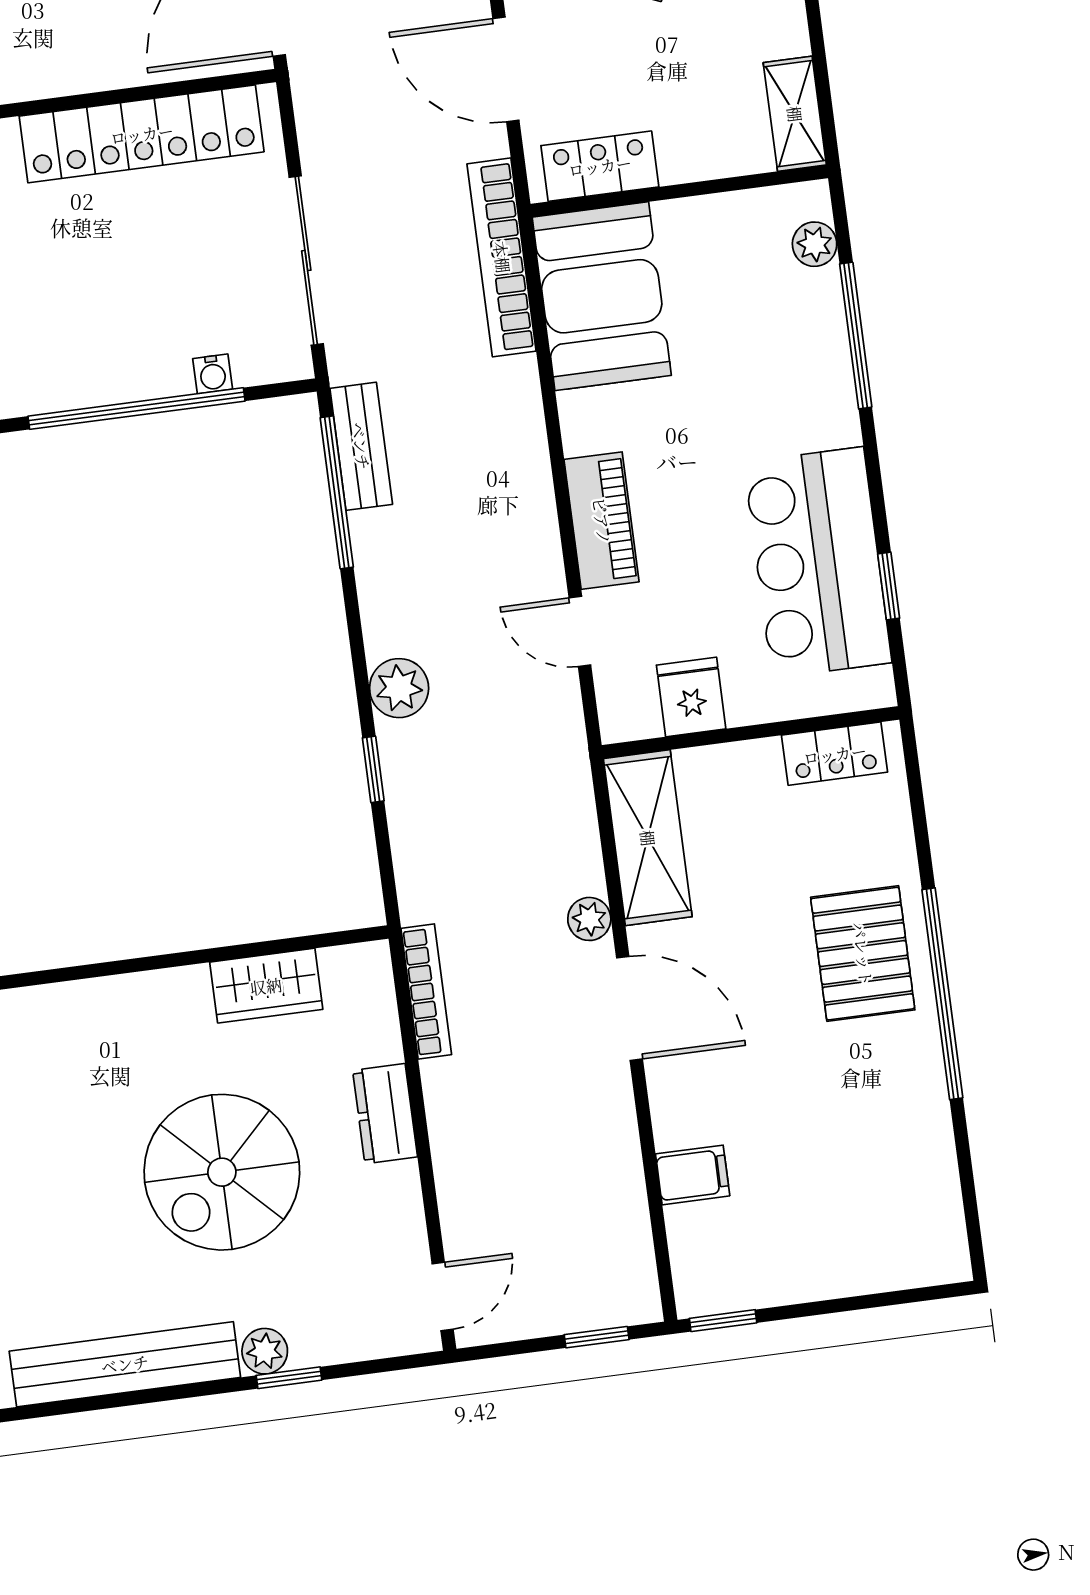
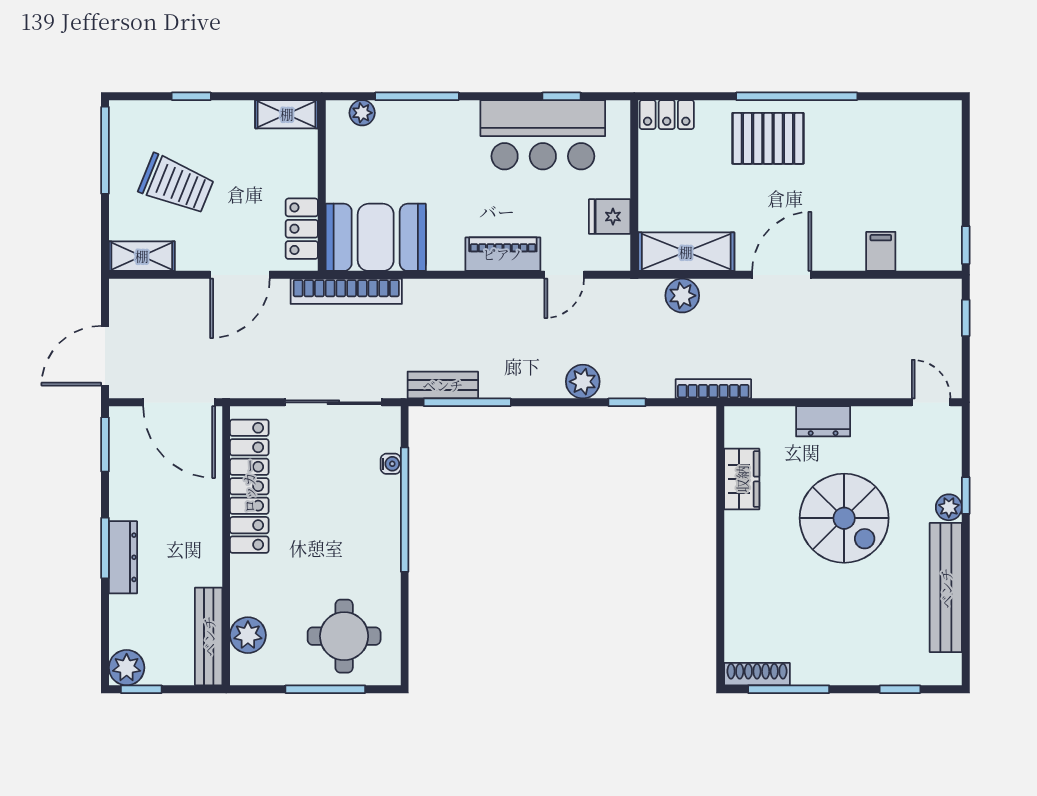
locker: (835, 754) -> (667, 115), moved, turned 90
plant: (589, 919) -> (682, 296), moved, width x1.38, depth x1.38
bookcase: (426, 991) -> (713, 389), moved

